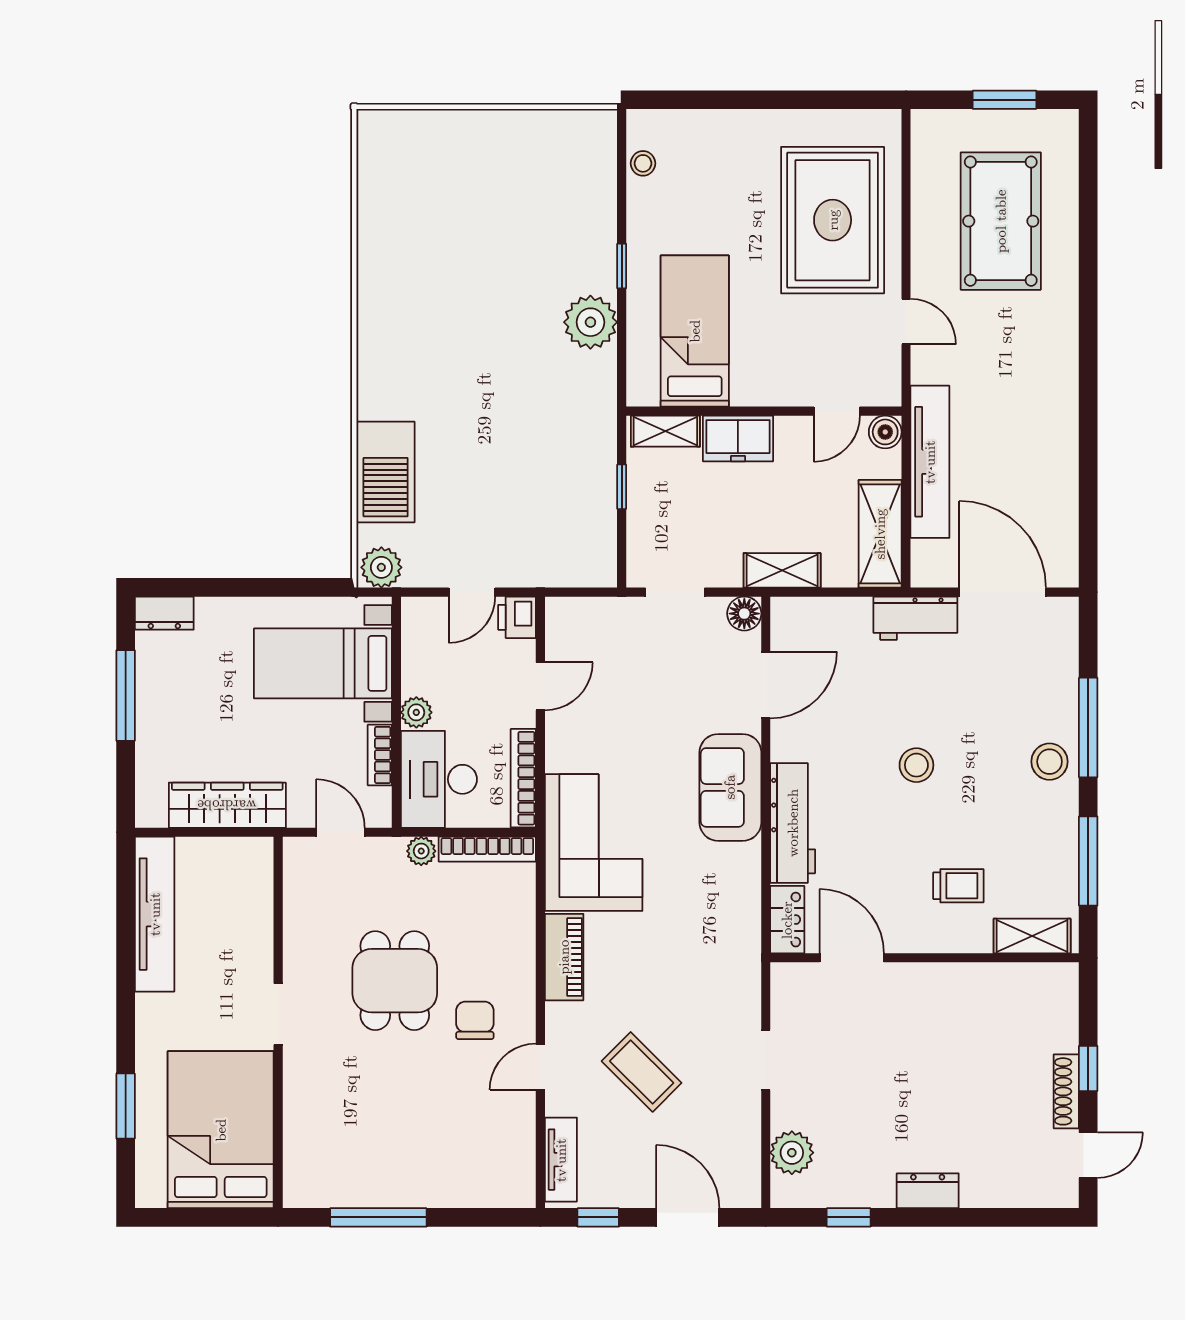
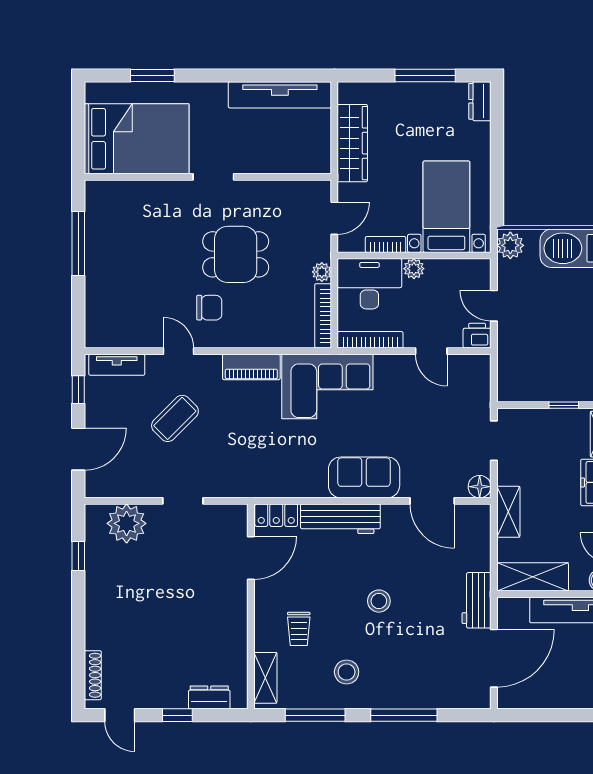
stool: (1050, 762) -> (347, 672), moved
shoe rack: (1066, 1091) -> (93, 675), moved, turned 90
plant: (792, 1153) -> (127, 523), width x1.36, depth x1.36
dresser: (928, 1191) -> (209, 697), moved, turned -90

